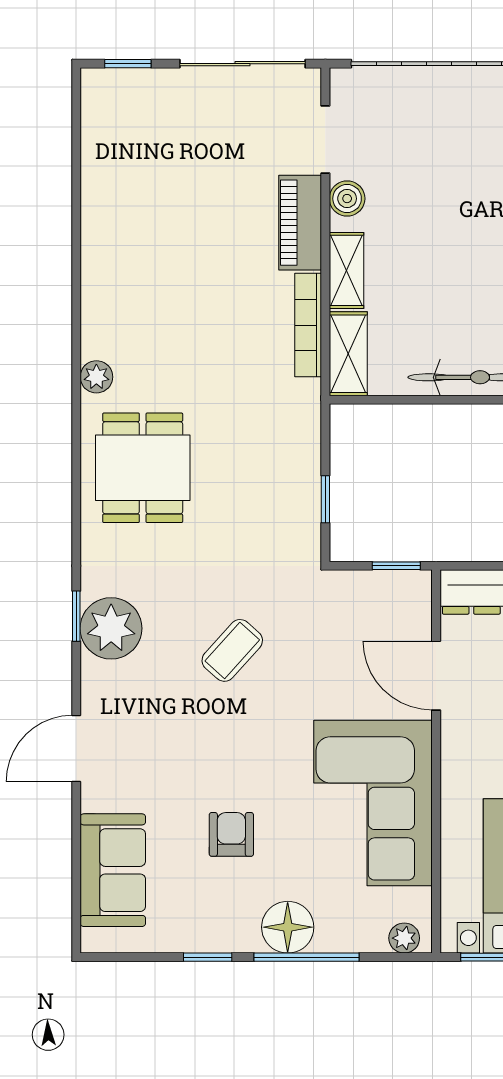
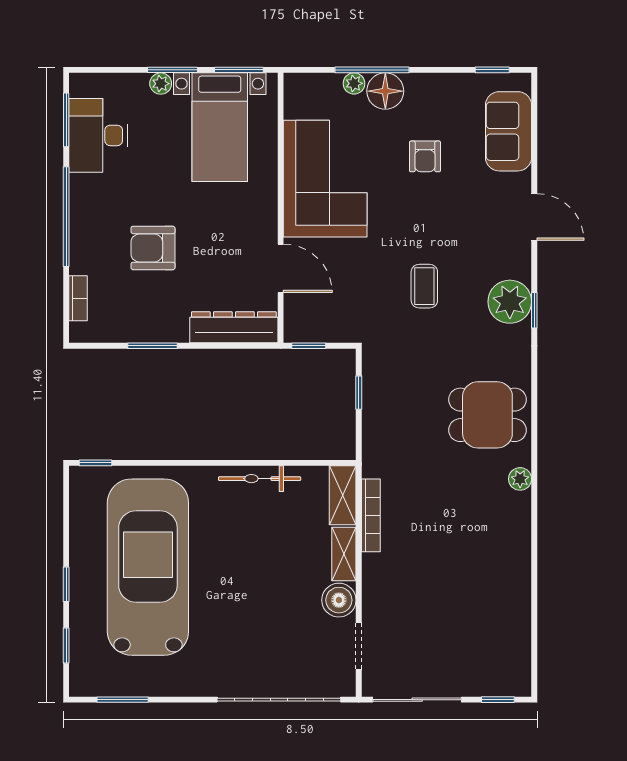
boiler: (347, 199) -> (339, 600), width x1.36, depth x1.36
piano: (300, 223) -> (376, 588), removed
dining table: (143, 468) -> (487, 415), turned 90
coffee table: (232, 650) -> (424, 286), turned -42
door: (76, 749) -> (534, 217), hinge flipped
plant: (404, 938) -> (354, 83), moved
window: (208, 957) -> (492, 70), moved

